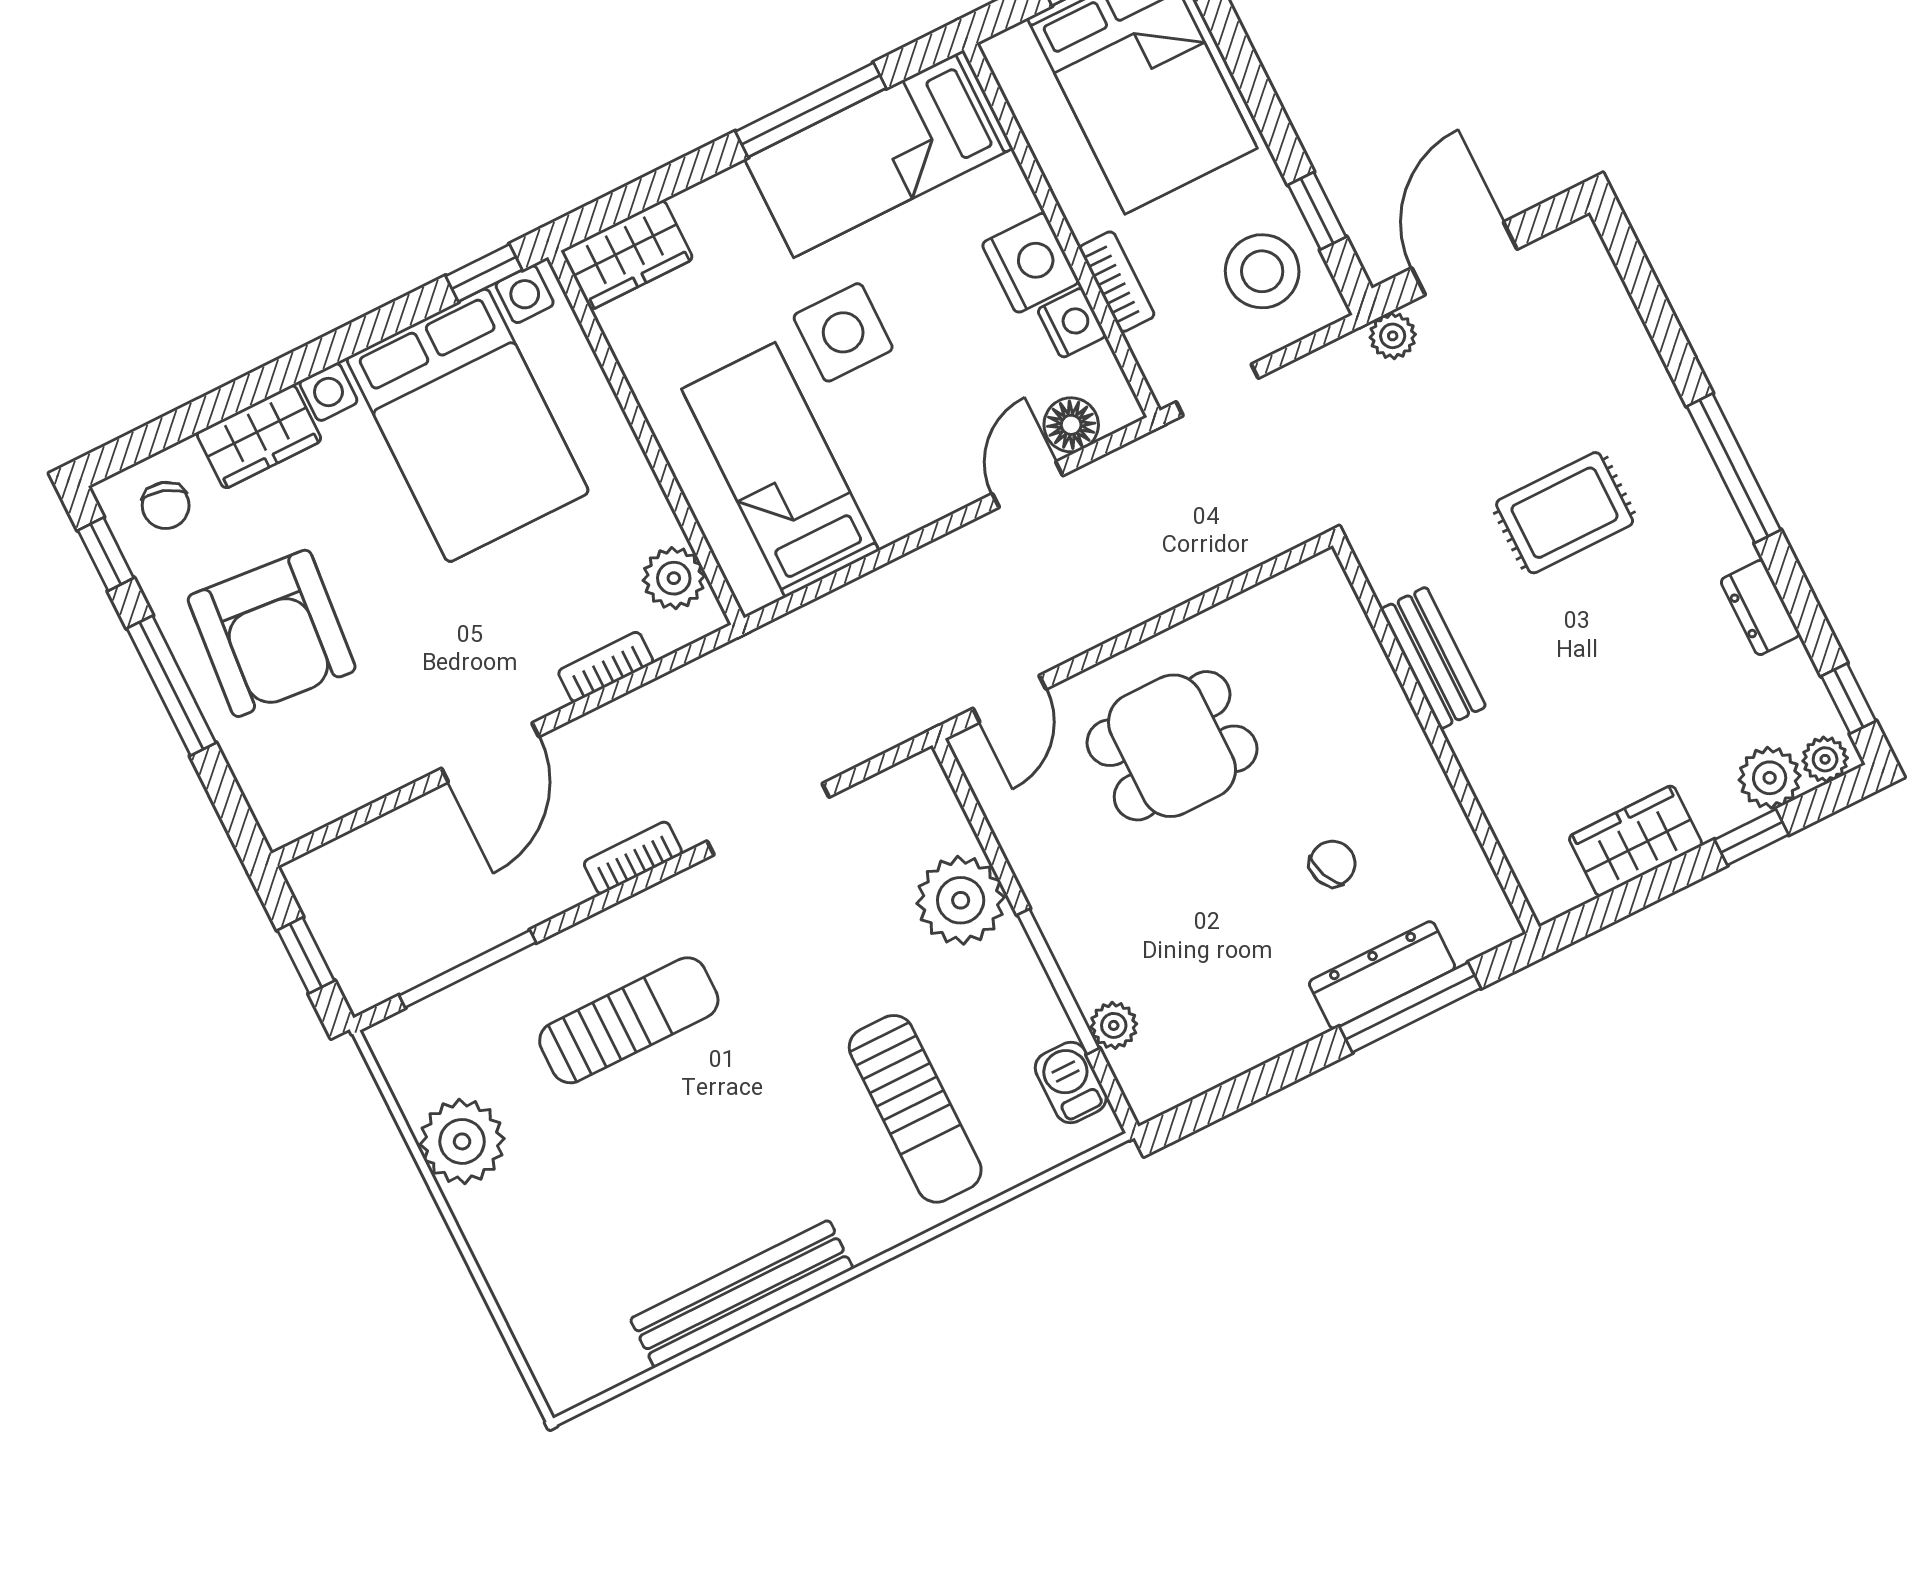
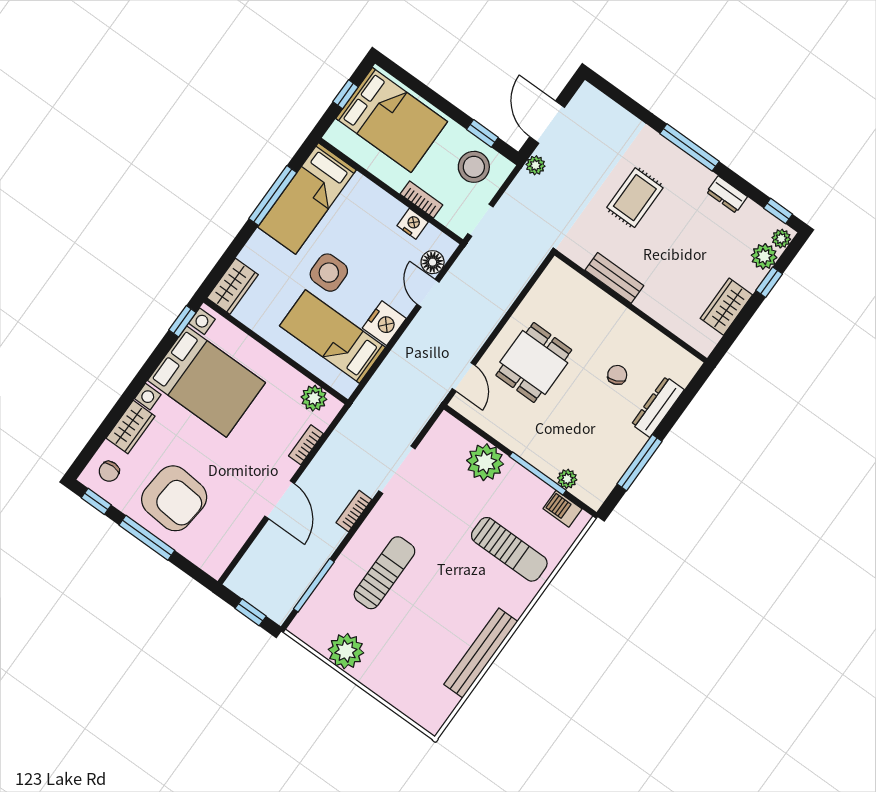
nightstand: (1031, 263) -> (384, 323), moved, turned 90
chair: (166, 505) -> (109, 471), turned 72
window: (1410, 1007) -> (639, 463), moved

